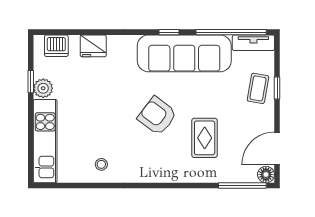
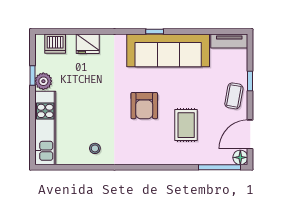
window: (231, 32) -> (210, 32), removed
coffee table: (258, 88) -> (234, 96), moved
armchair: (157, 116) -> (144, 106), turned -127

